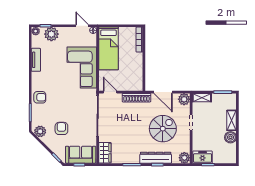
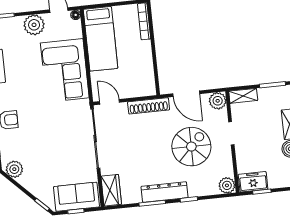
plant: (51, 34) -> (34, 25), moved
armchair: (61, 128) -> (45, 162), removed
dresser: (156, 158) -> (165, 192), moved

